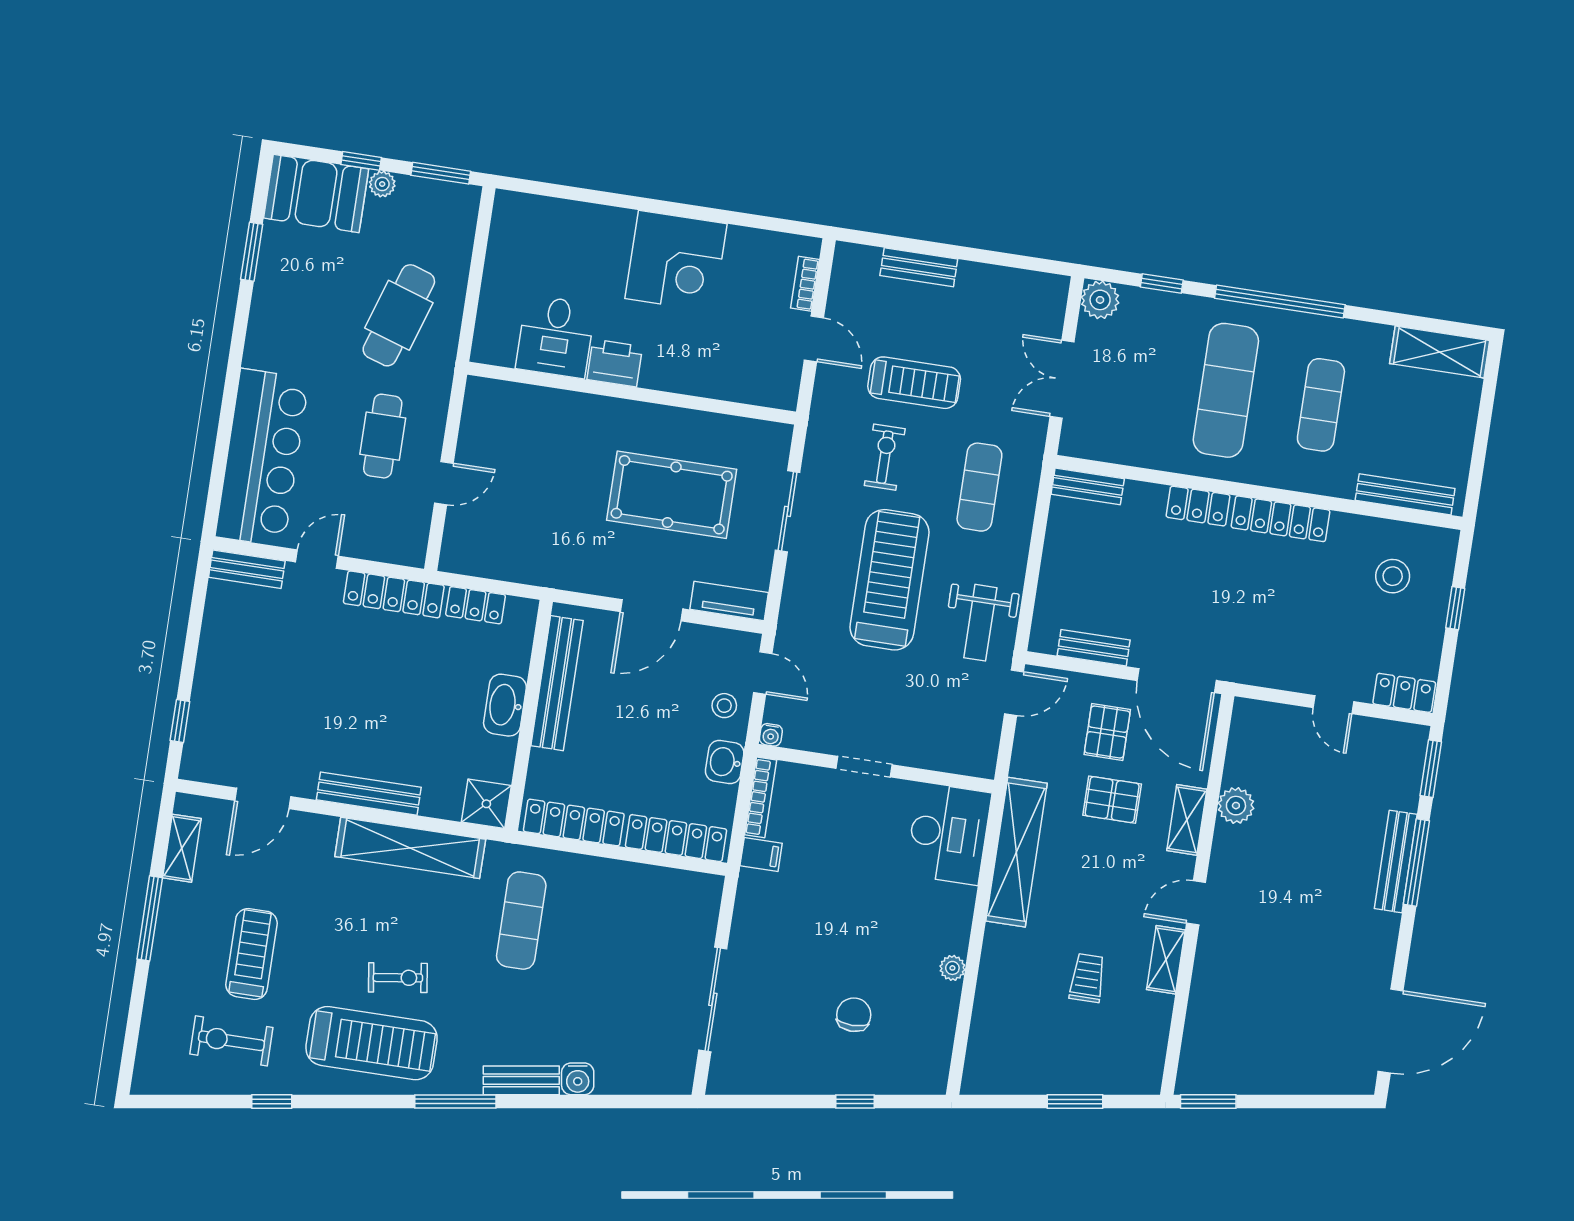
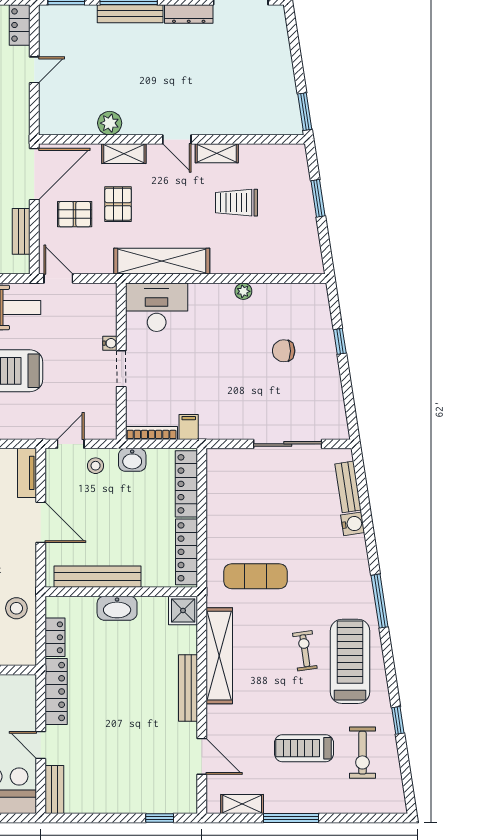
stool: (528, 554) -> (16, 608), added
water cooler: (771, 735) -> (110, 343), moved
dresser: (1382, 950) -> (189, 14), added
trolley: (1087, 978) -> (236, 203), width x1.36, depth x1.39
bench: (521, 1080) -> (348, 487), moved

